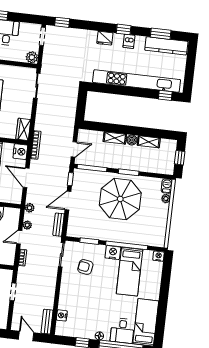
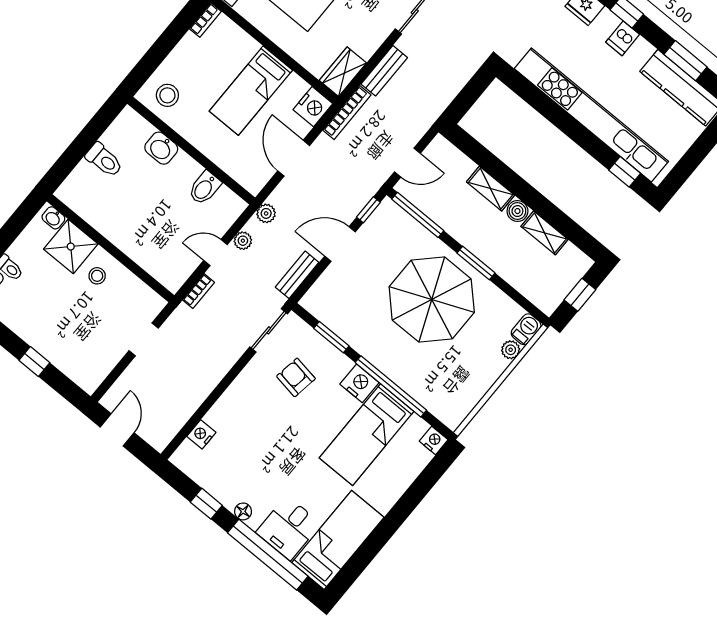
bench: (47, 322) -> (384, 71), moved

